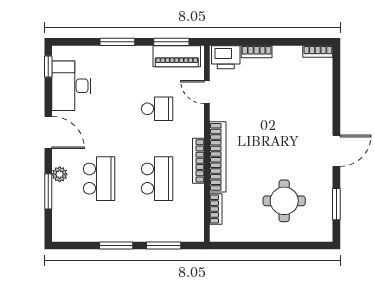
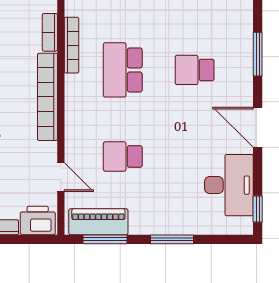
bookcase: (198, 161) -> (72, 45), moved
plant: (60, 174) -> (244, 75), removed
school desk: (99, 179) -> (195, 70), width x0.54

